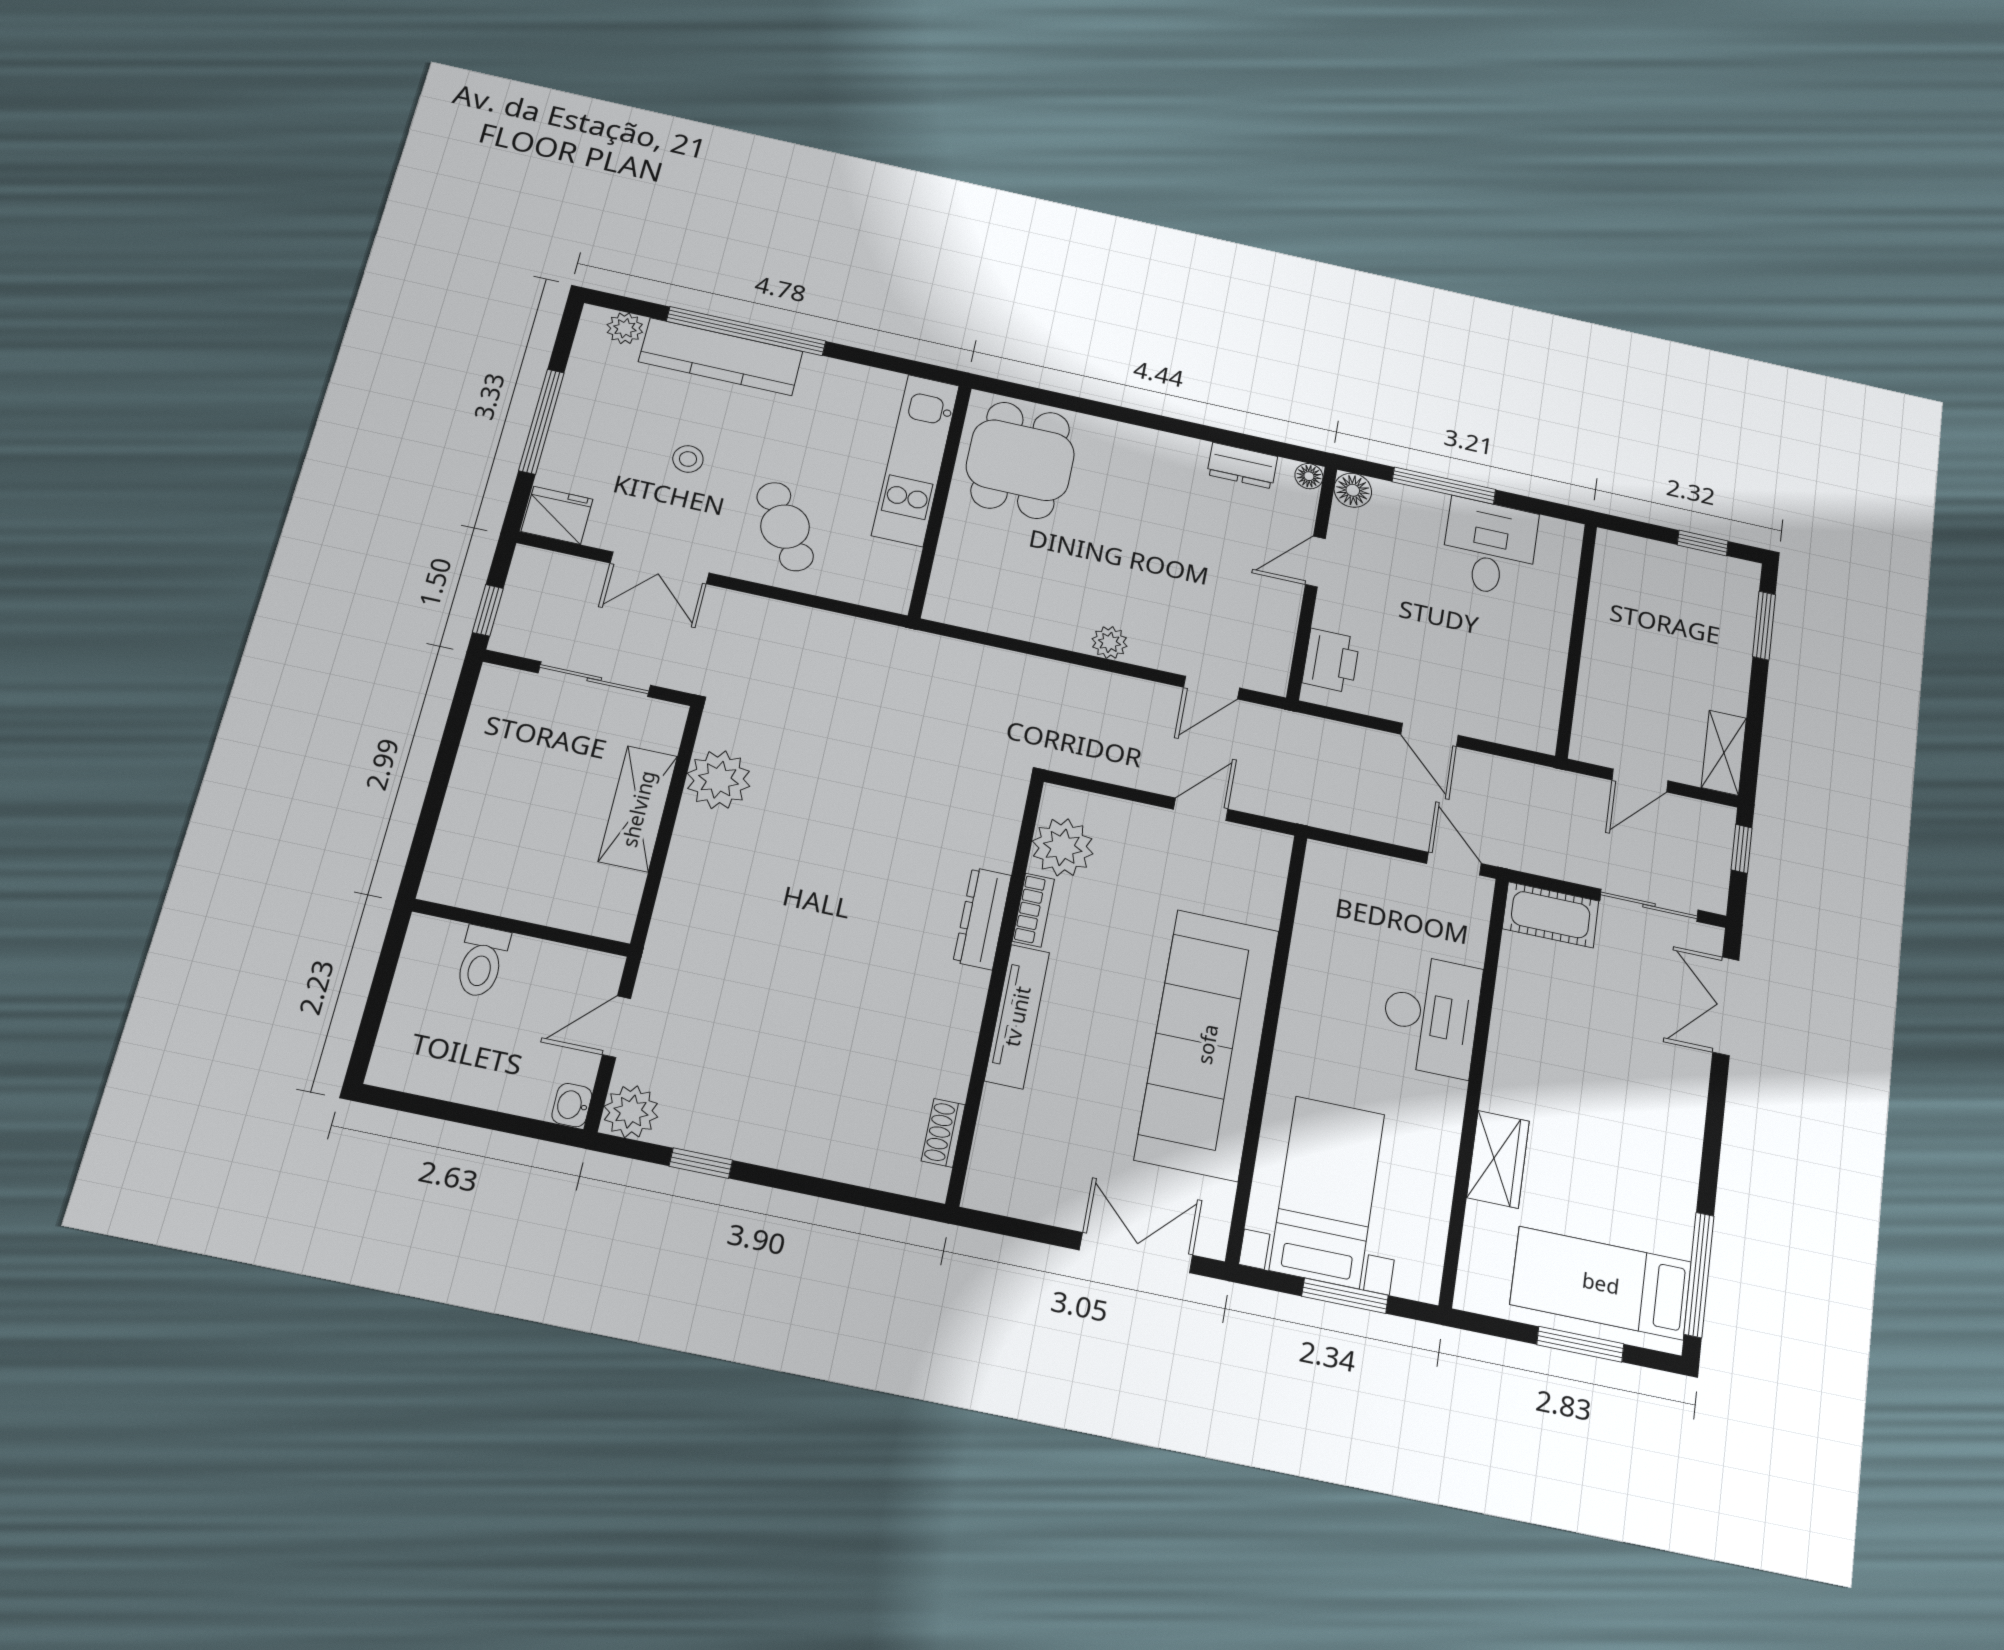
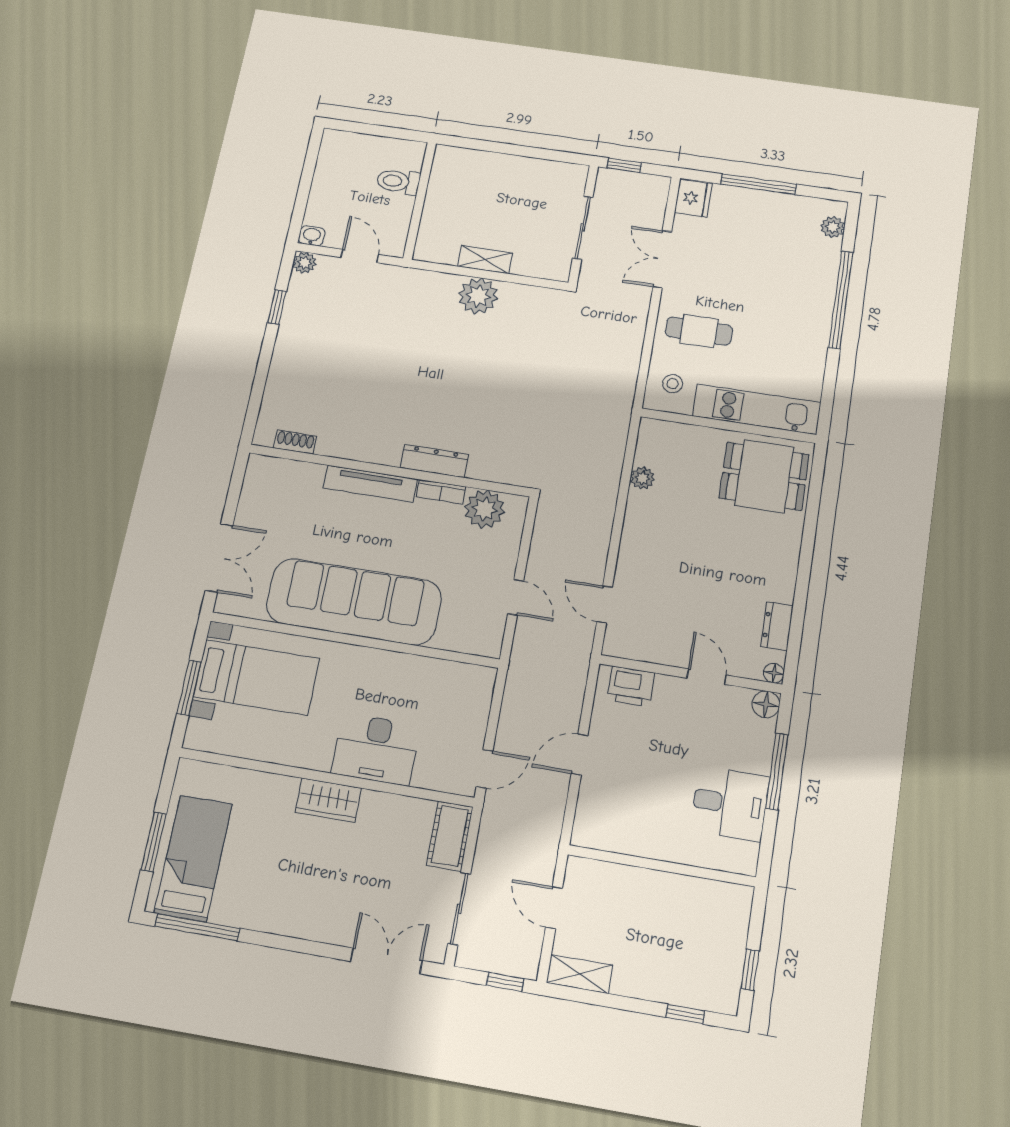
kitchen counter: (721, 357) -> (819, 285), removed
stool: (688, 459) -> (673, 384), moved
cafe table: (785, 527) -> (699, 331), turned 31
window: (1764, 626) -> (685, 1014), width x0.67
plant: (1110, 642) -> (642, 478), moved
plant: (719, 780) -> (478, 296), moved
shelving: (638, 809) -> (485, 260), width x0.67, depth x0.75
plant: (631, 1112) -> (305, 263), width x0.73, depth x0.73
wardrobe: (1498, 1159) -> (328, 800), moved

